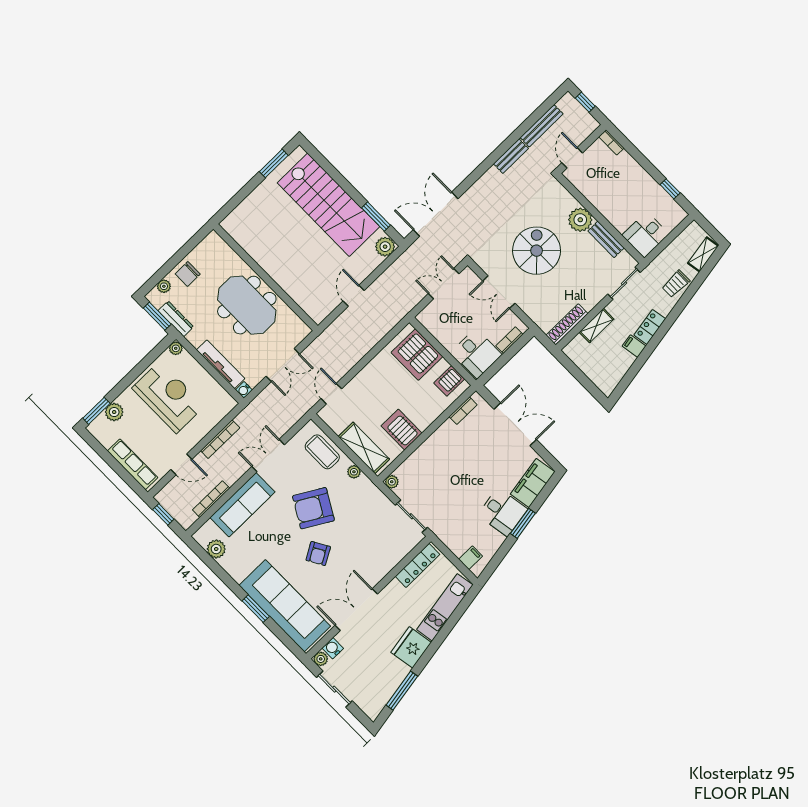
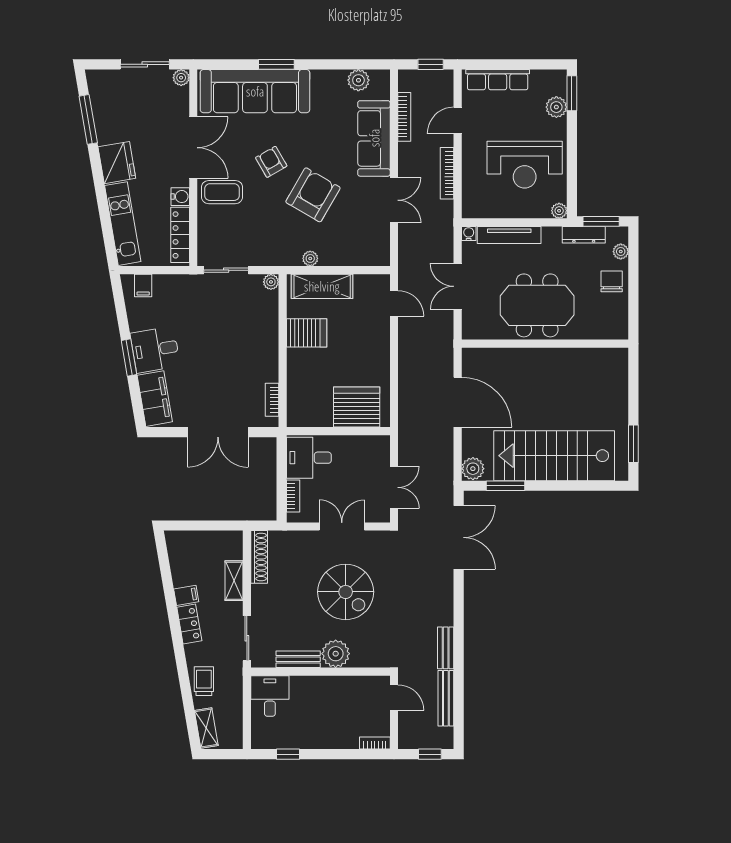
door: (354, 296) -> (458, 402), width x1.88
server rack: (449, 381) -> (308, 412), removed
coffee table: (322, 452) -> (222, 192), moved
water cooler: (333, 648) -> (180, 197), moved

